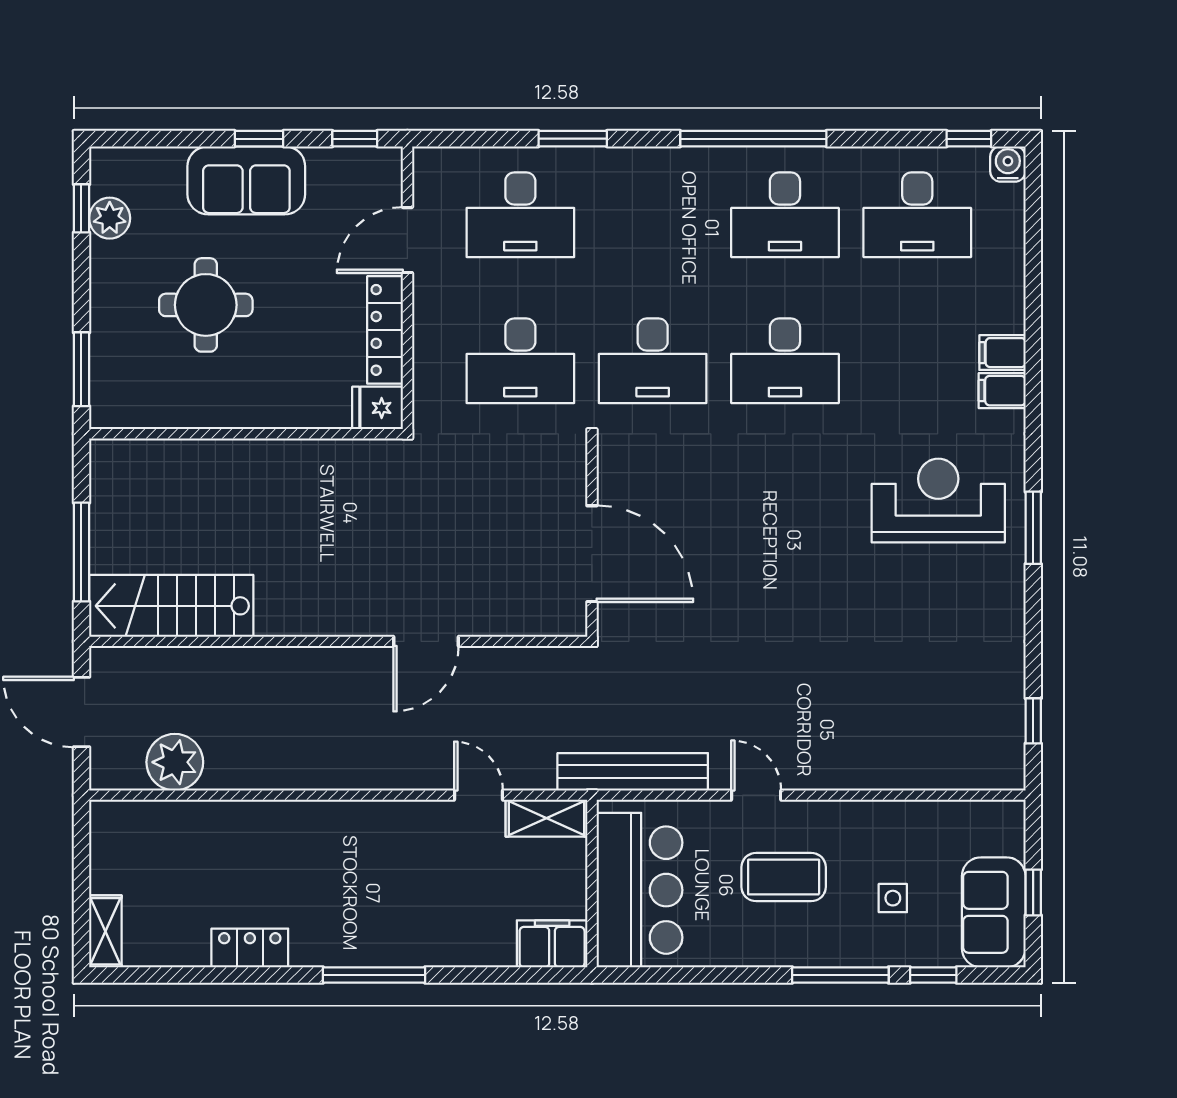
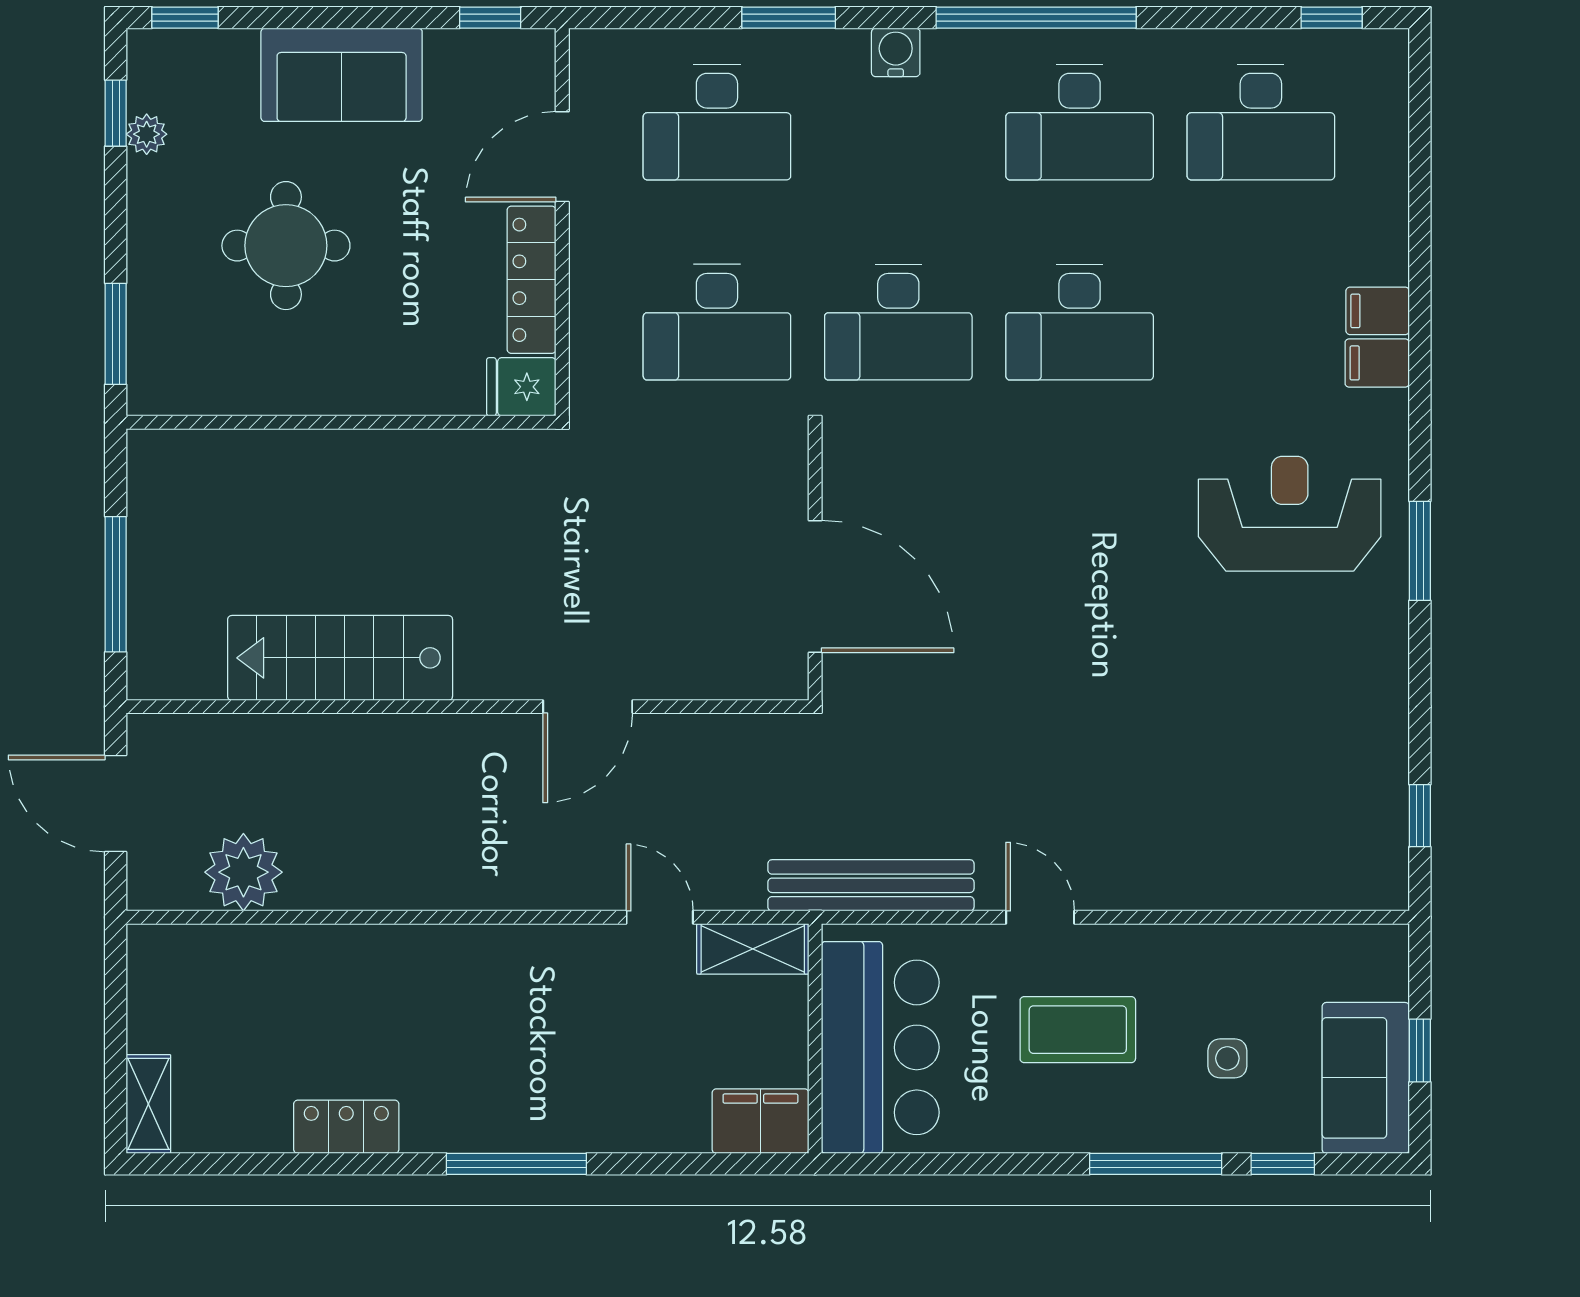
window: (259, 139) -> (185, 18), moved
water cooler: (1008, 164) -> (896, 52), moved
plant: (110, 218) -> (147, 134), width x0.73, depth x0.73
stairs: (171, 606) -> (340, 658), moved

